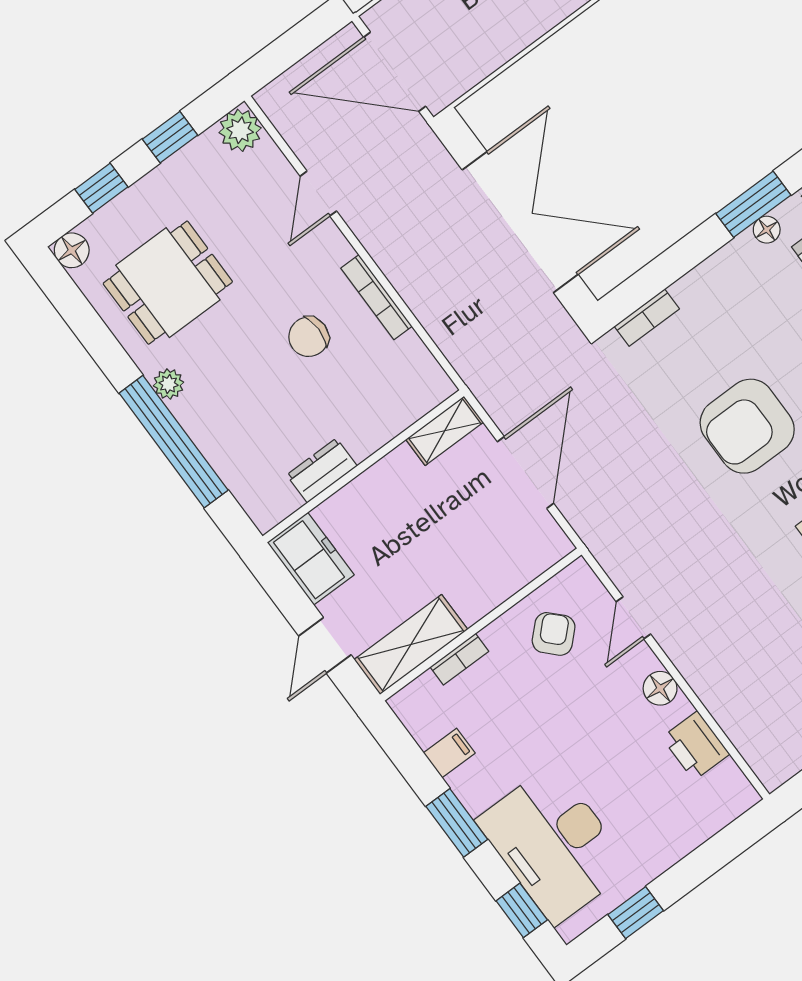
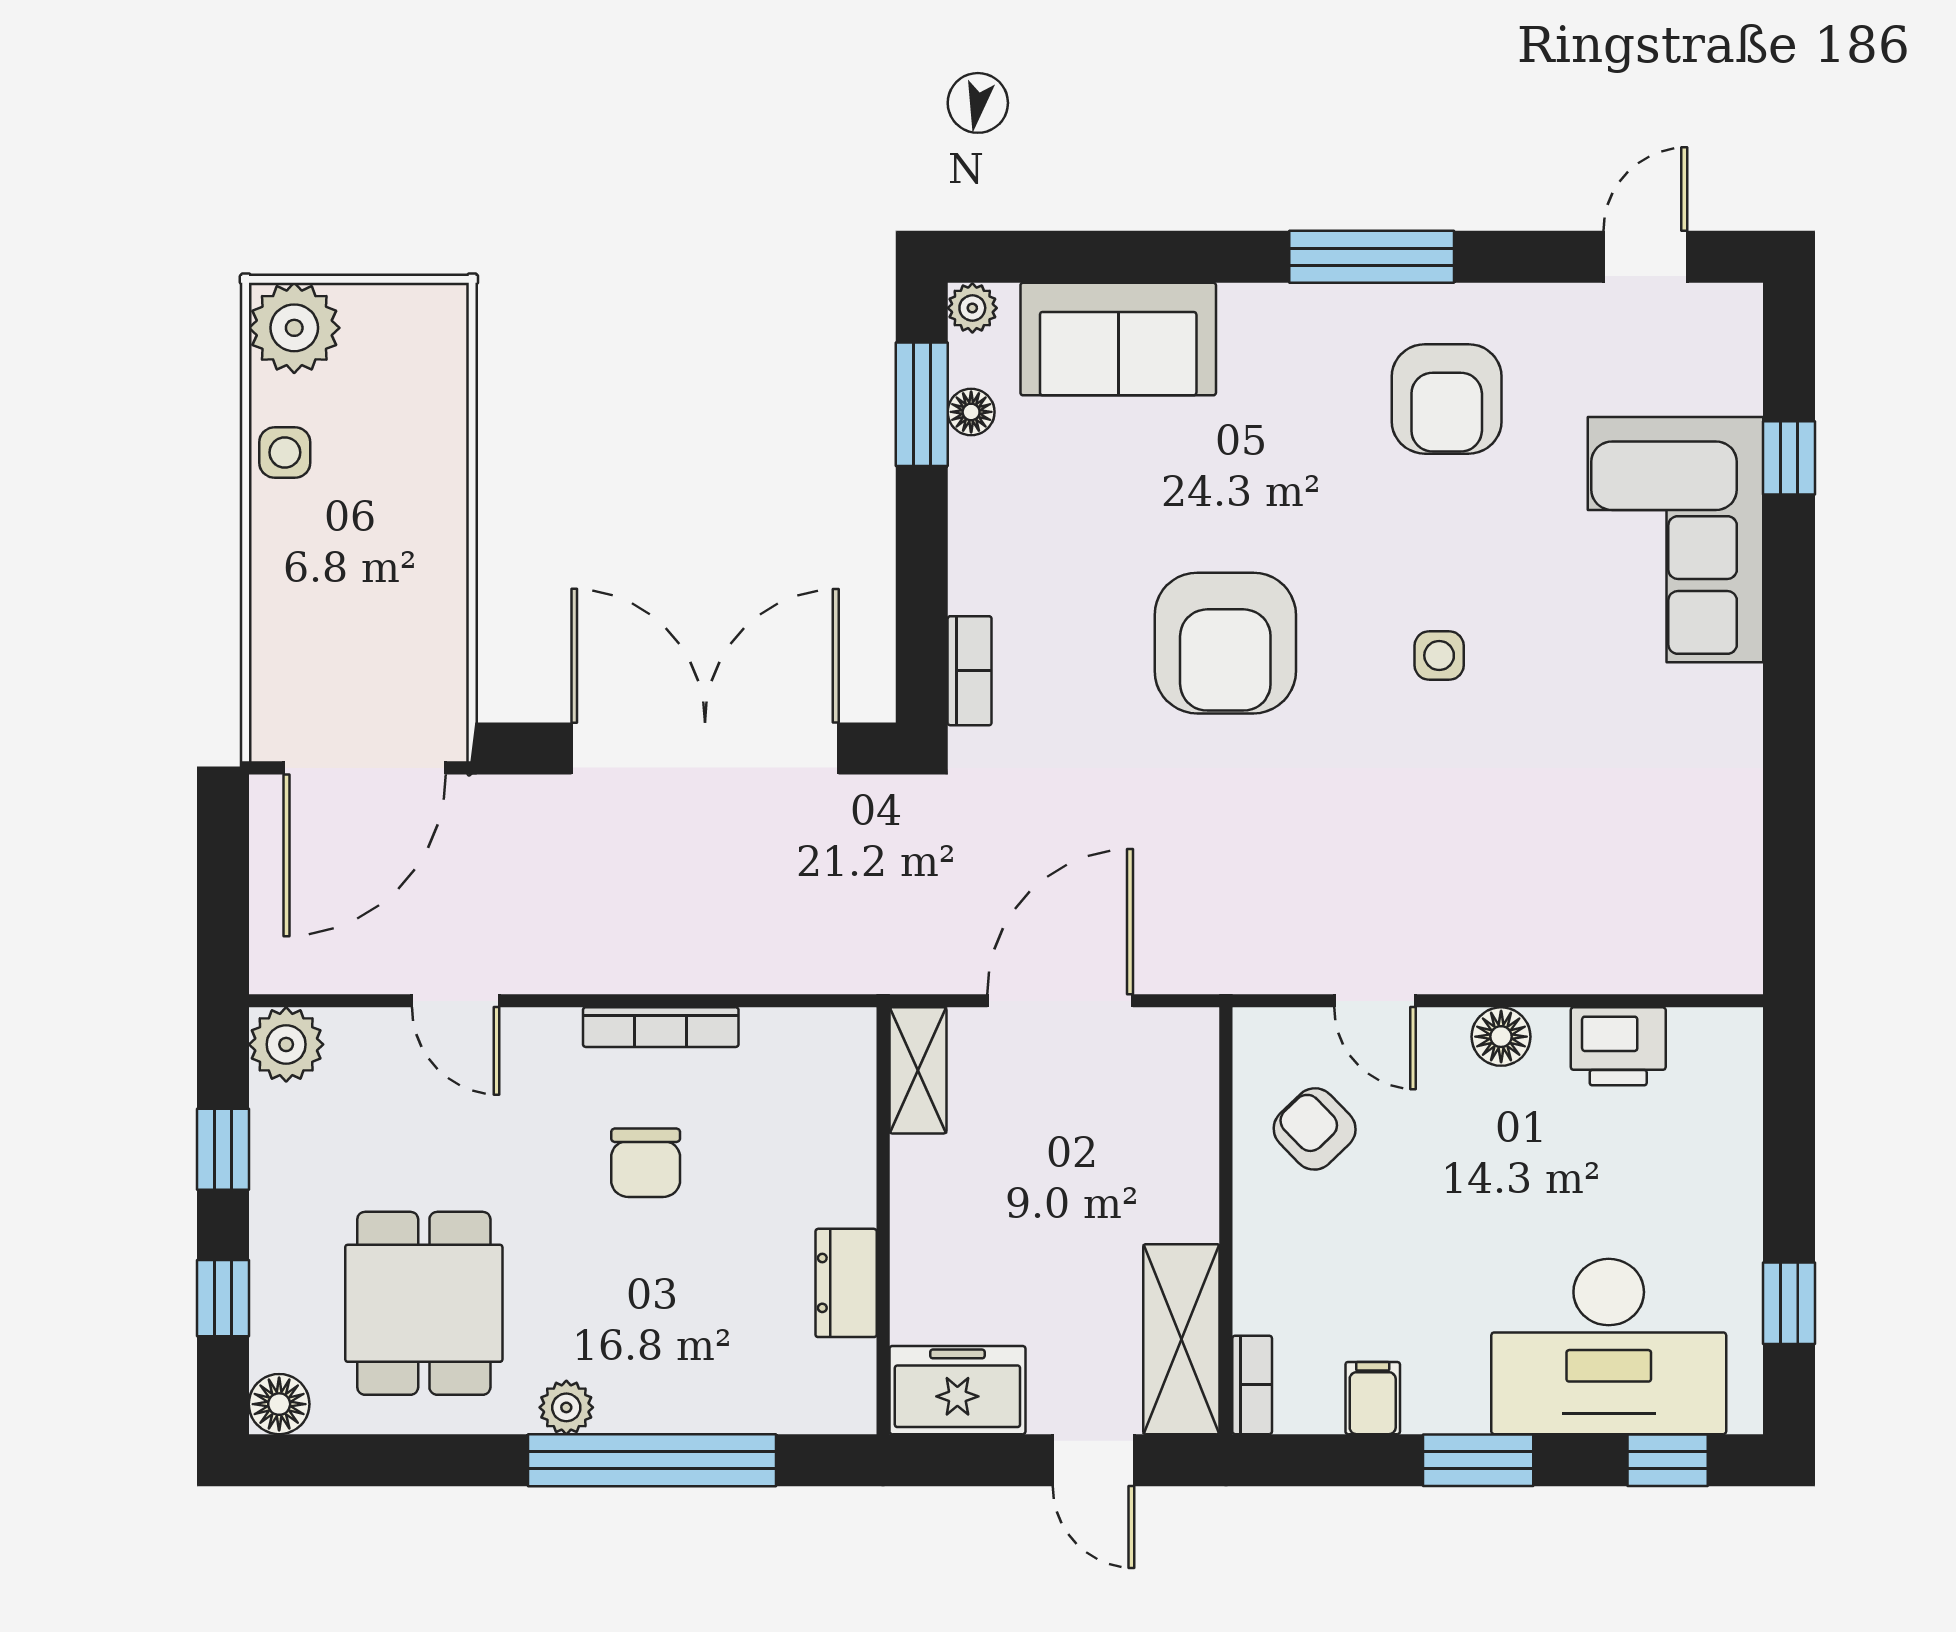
door: (525, 473) -> (1060, 1001), hinge flipped
bookcase: (459, 659) -> (1252, 1385), moved

